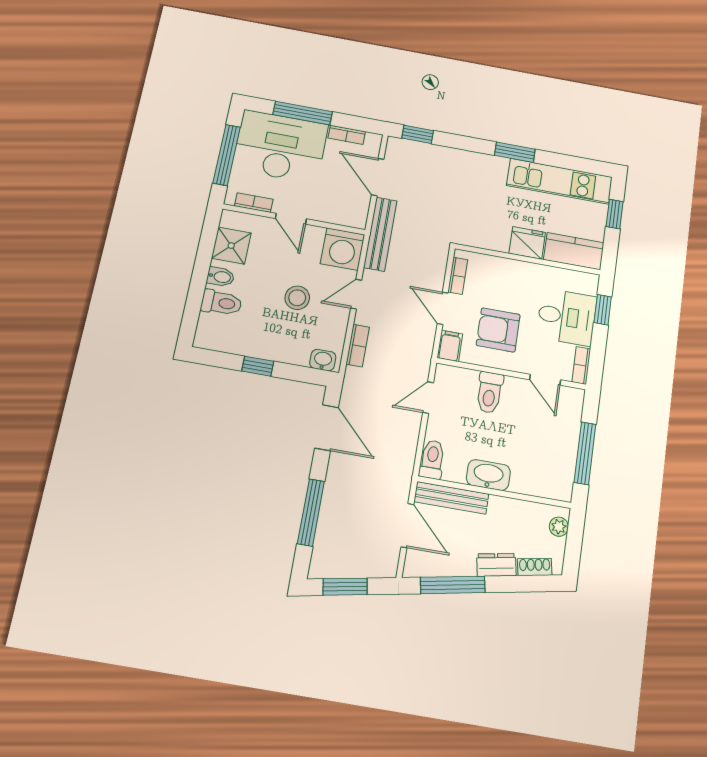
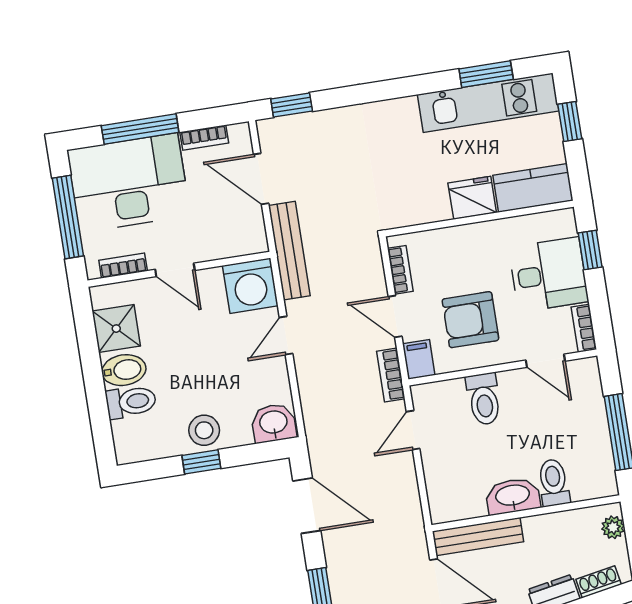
window: (515, 152) -> (486, 74), moved
bidet: (220, 277) -> (124, 370), width x1.38, depth x1.36
stool: (297, 298) -> (204, 430), moved
bookcase: (358, 346) -> (391, 375), moved, turned 180
washbasin: (323, 360) -> (274, 423), width x1.38, depth x1.45
toilet: (432, 459) -> (554, 483), moved

